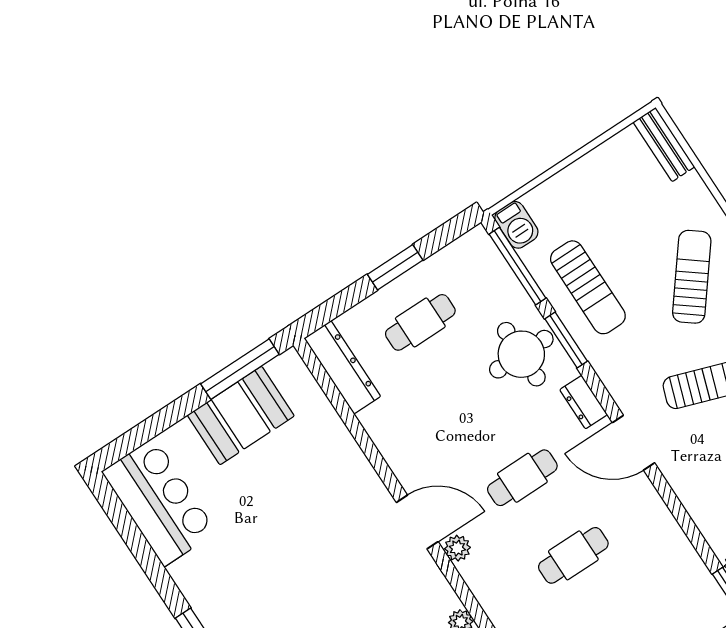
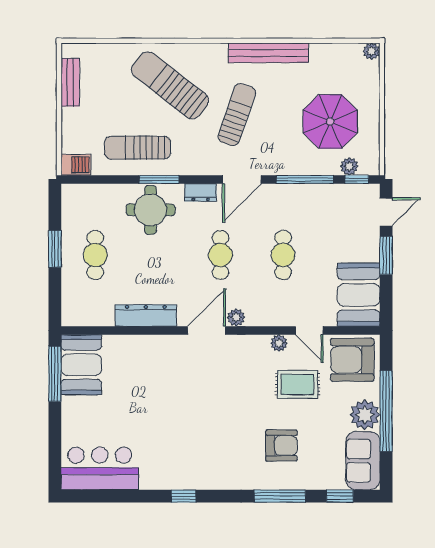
bench: (664, 144) -> (70, 82), moved, turned 90
window: (518, 266) -> (305, 179), moved
sun lounger: (692, 277) -> (170, 85), width x1.36, depth x1.34
sun lounger: (588, 287) -> (138, 148), turned 180
dresser: (342, 367) -> (146, 315), moved
booth: (241, 415) -> (81, 365), moved

